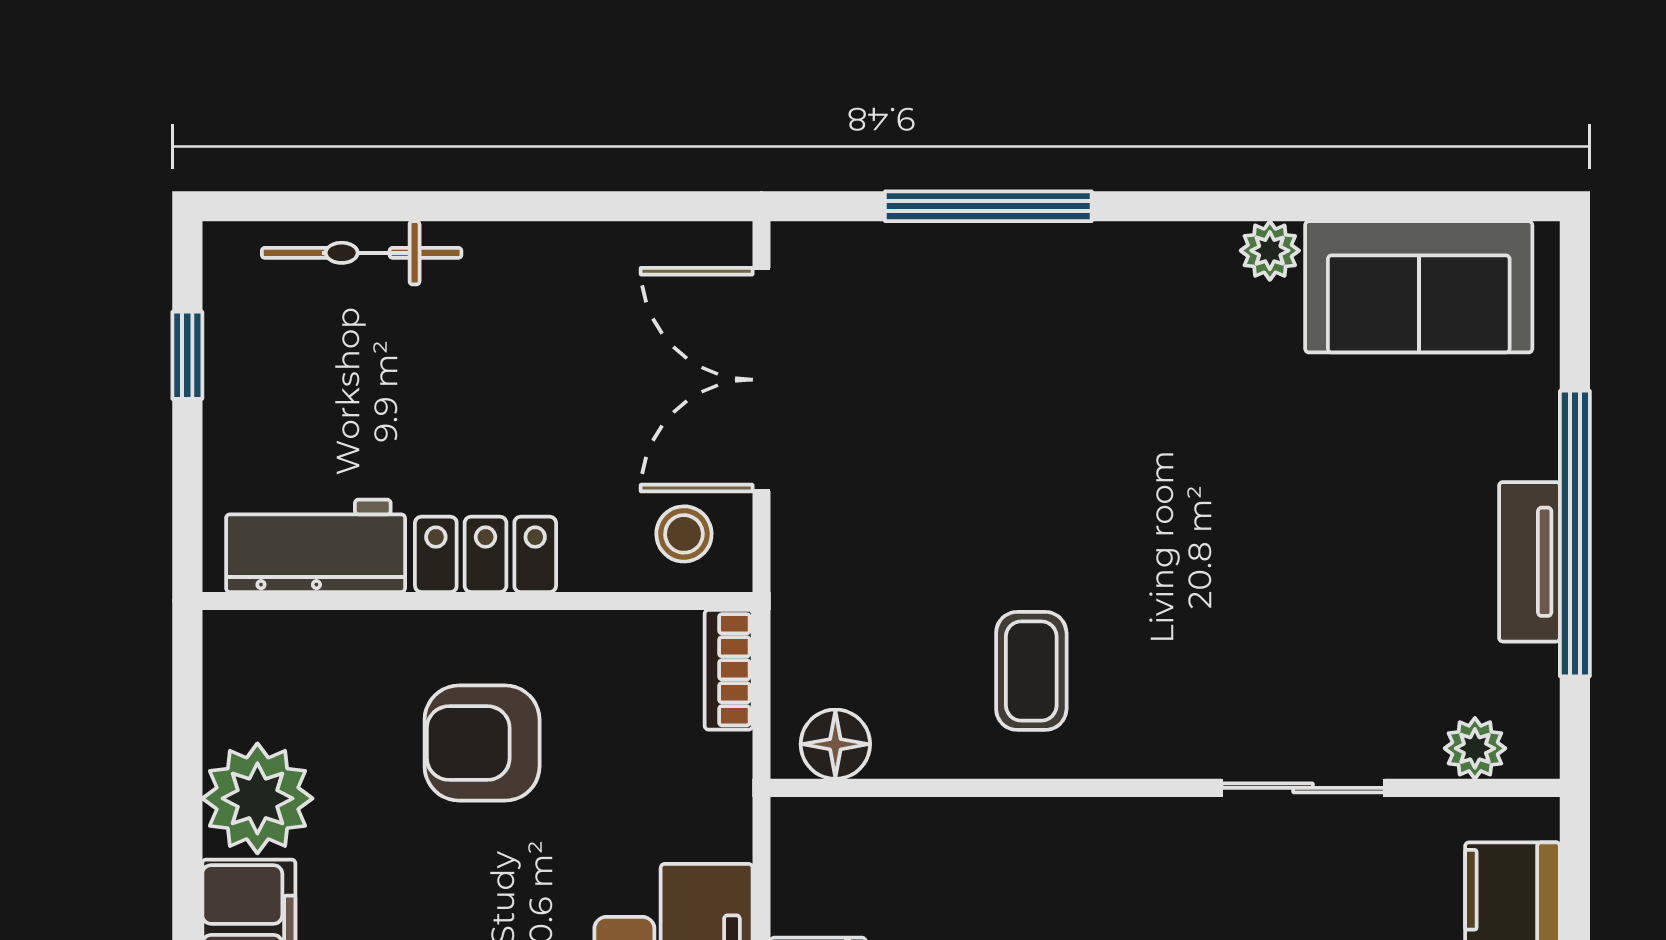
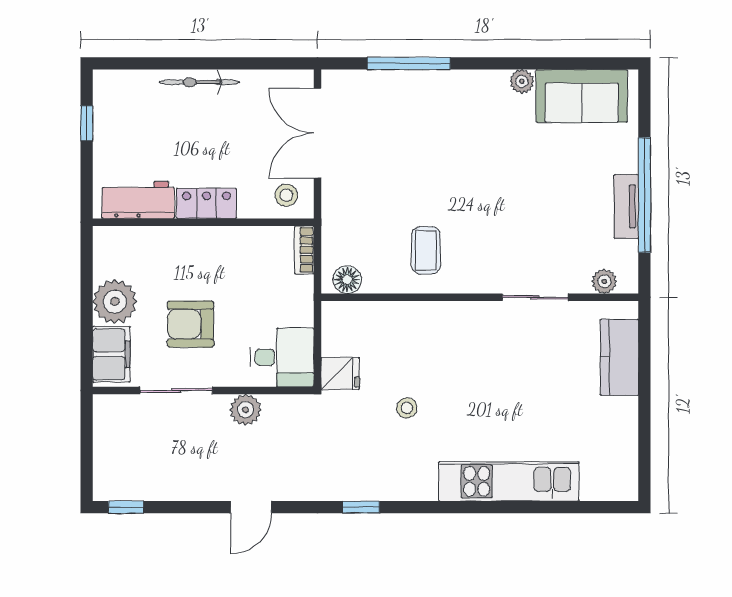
bicycle: (362, 253) -> (199, 82), moved
armchair: (482, 743) -> (190, 324), moved

